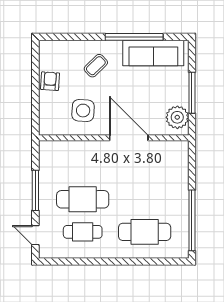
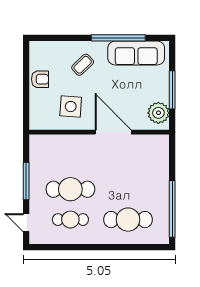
armchair: (50, 81) -> (40, 79), turned 86

